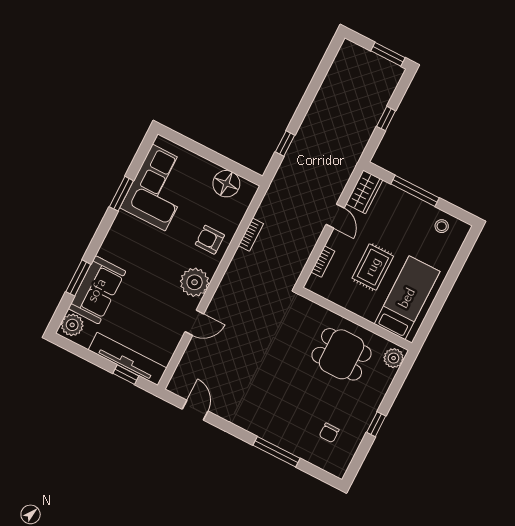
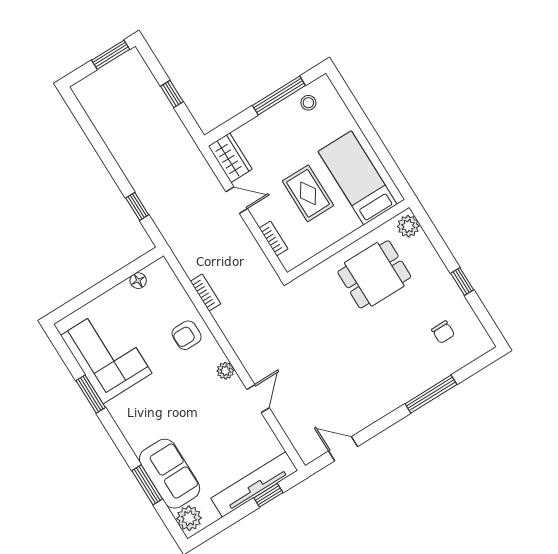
floor lamp: (226, 184) -> (138, 281), width x0.53, depth x0.53
window: (415, 191) -> (279, 95), moved
plant: (195, 282) -> (225, 371), width x0.53, depth x0.53

